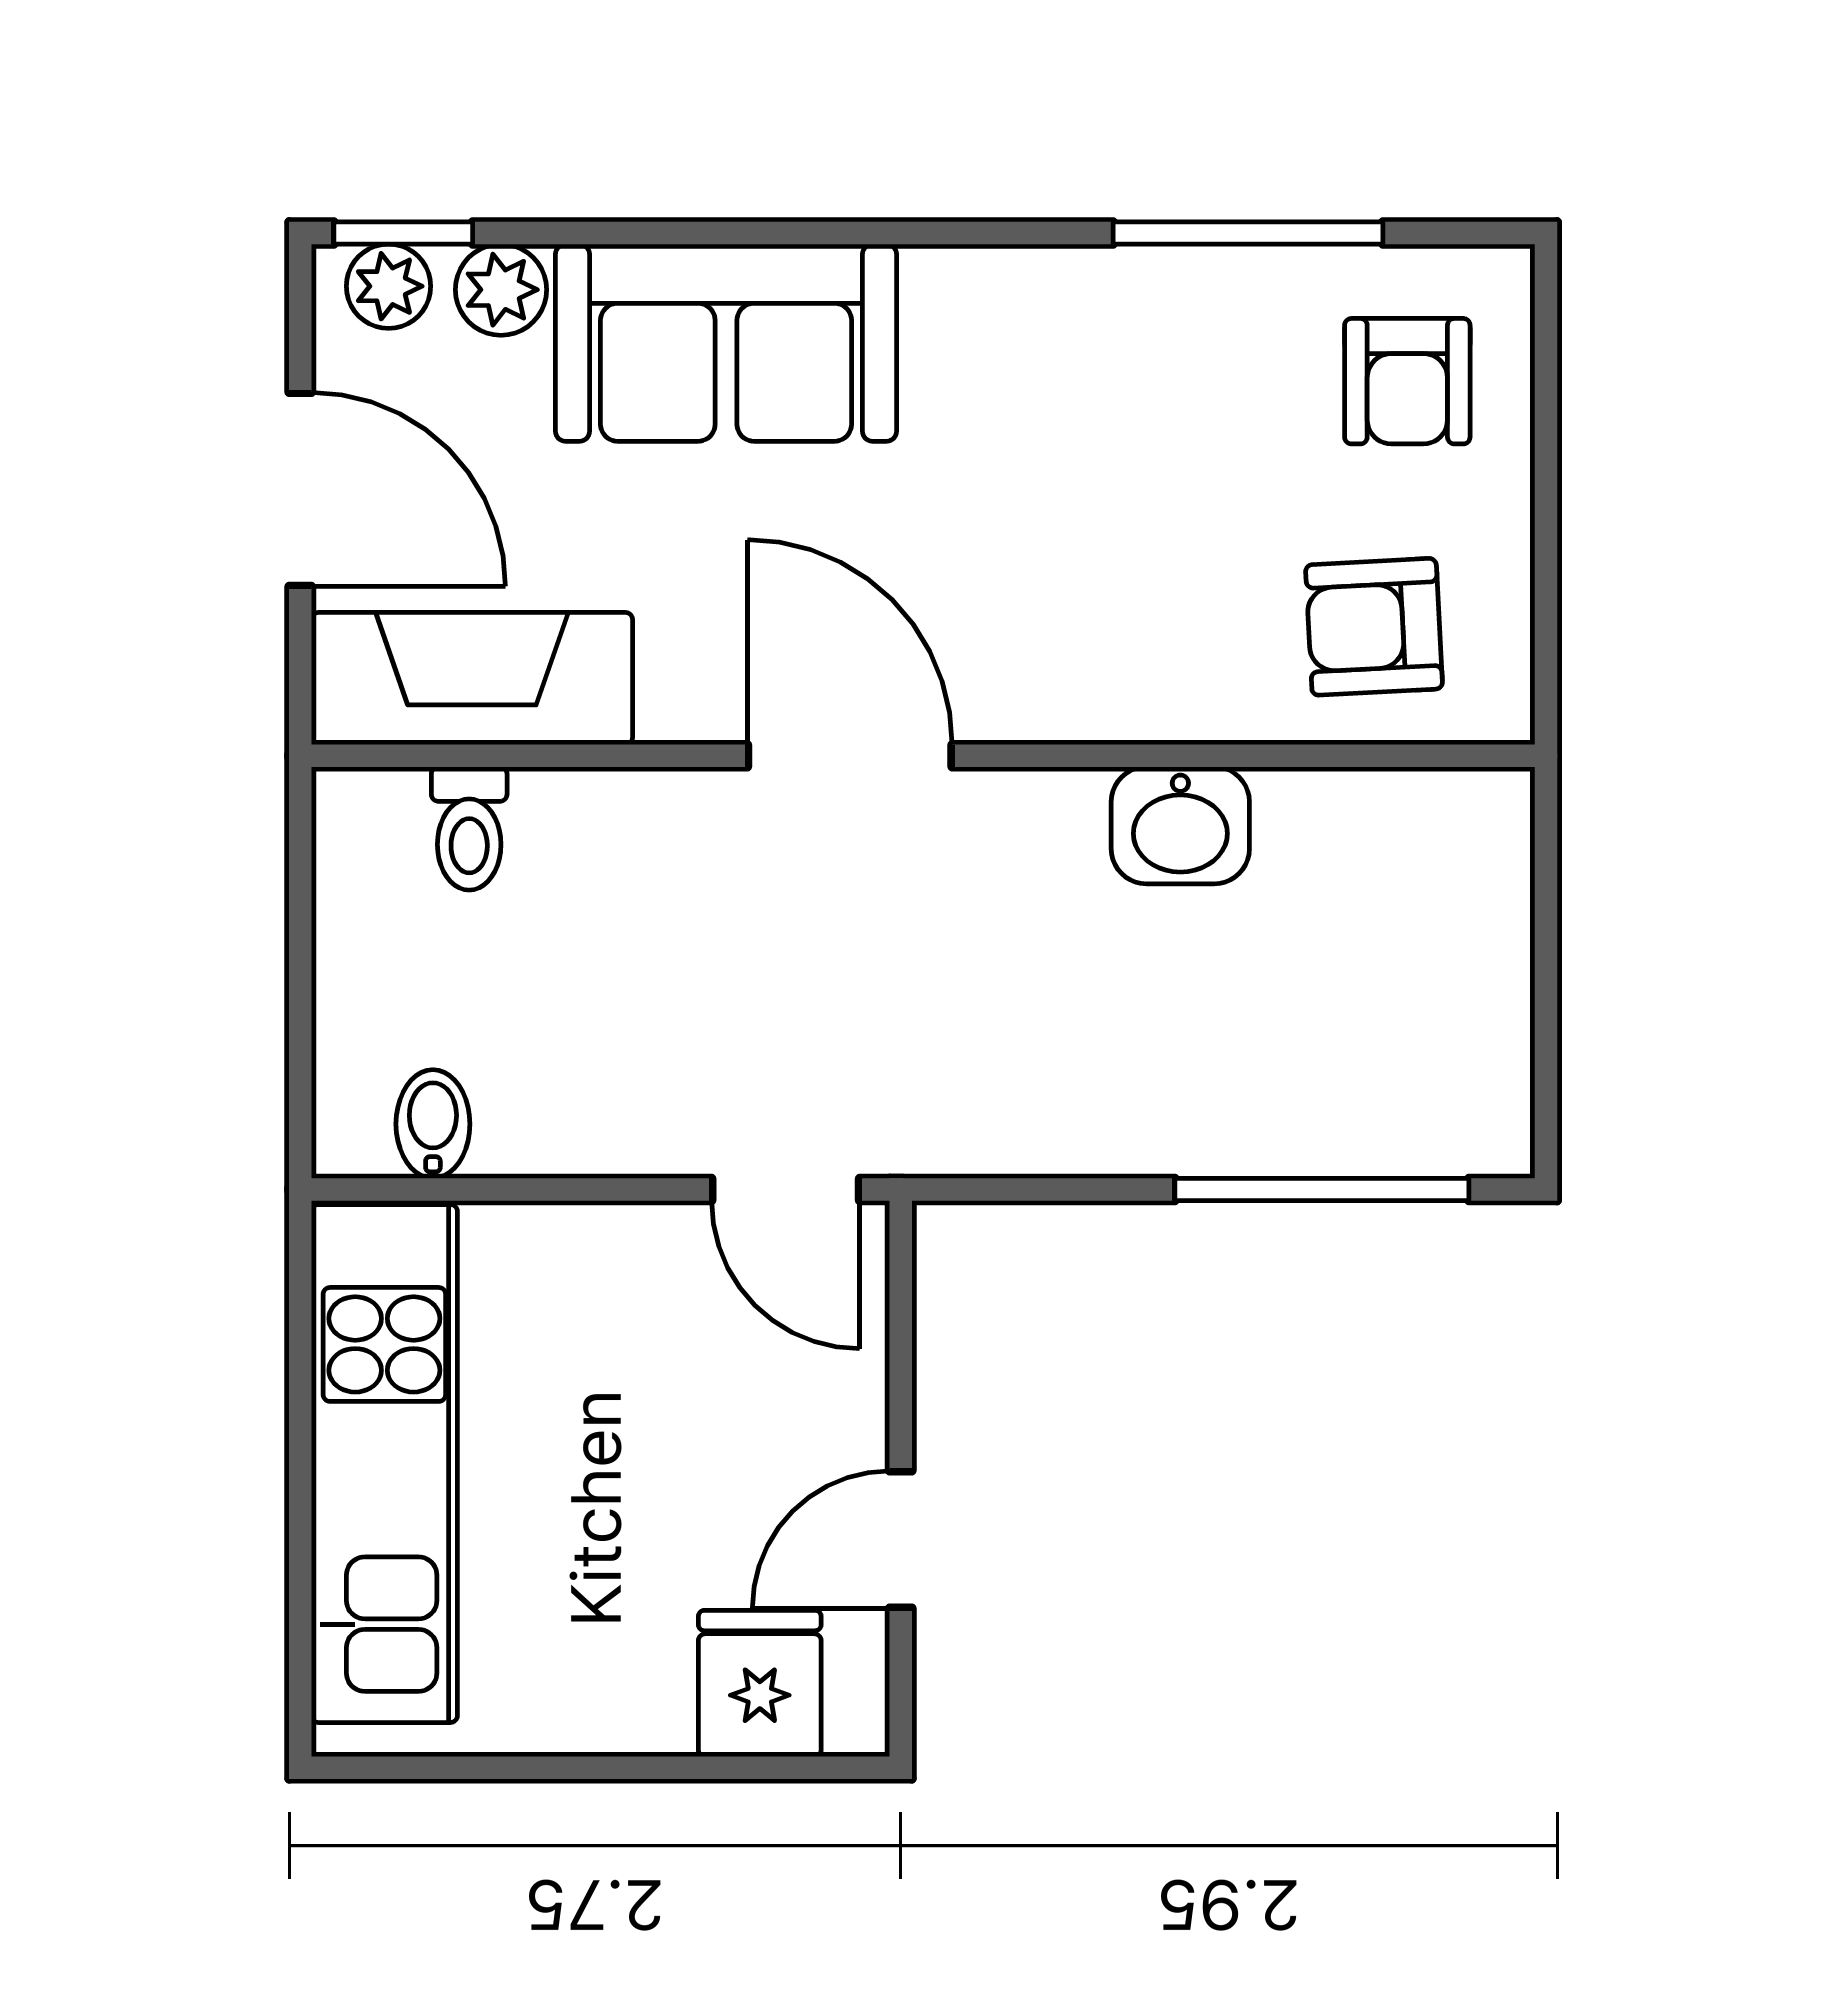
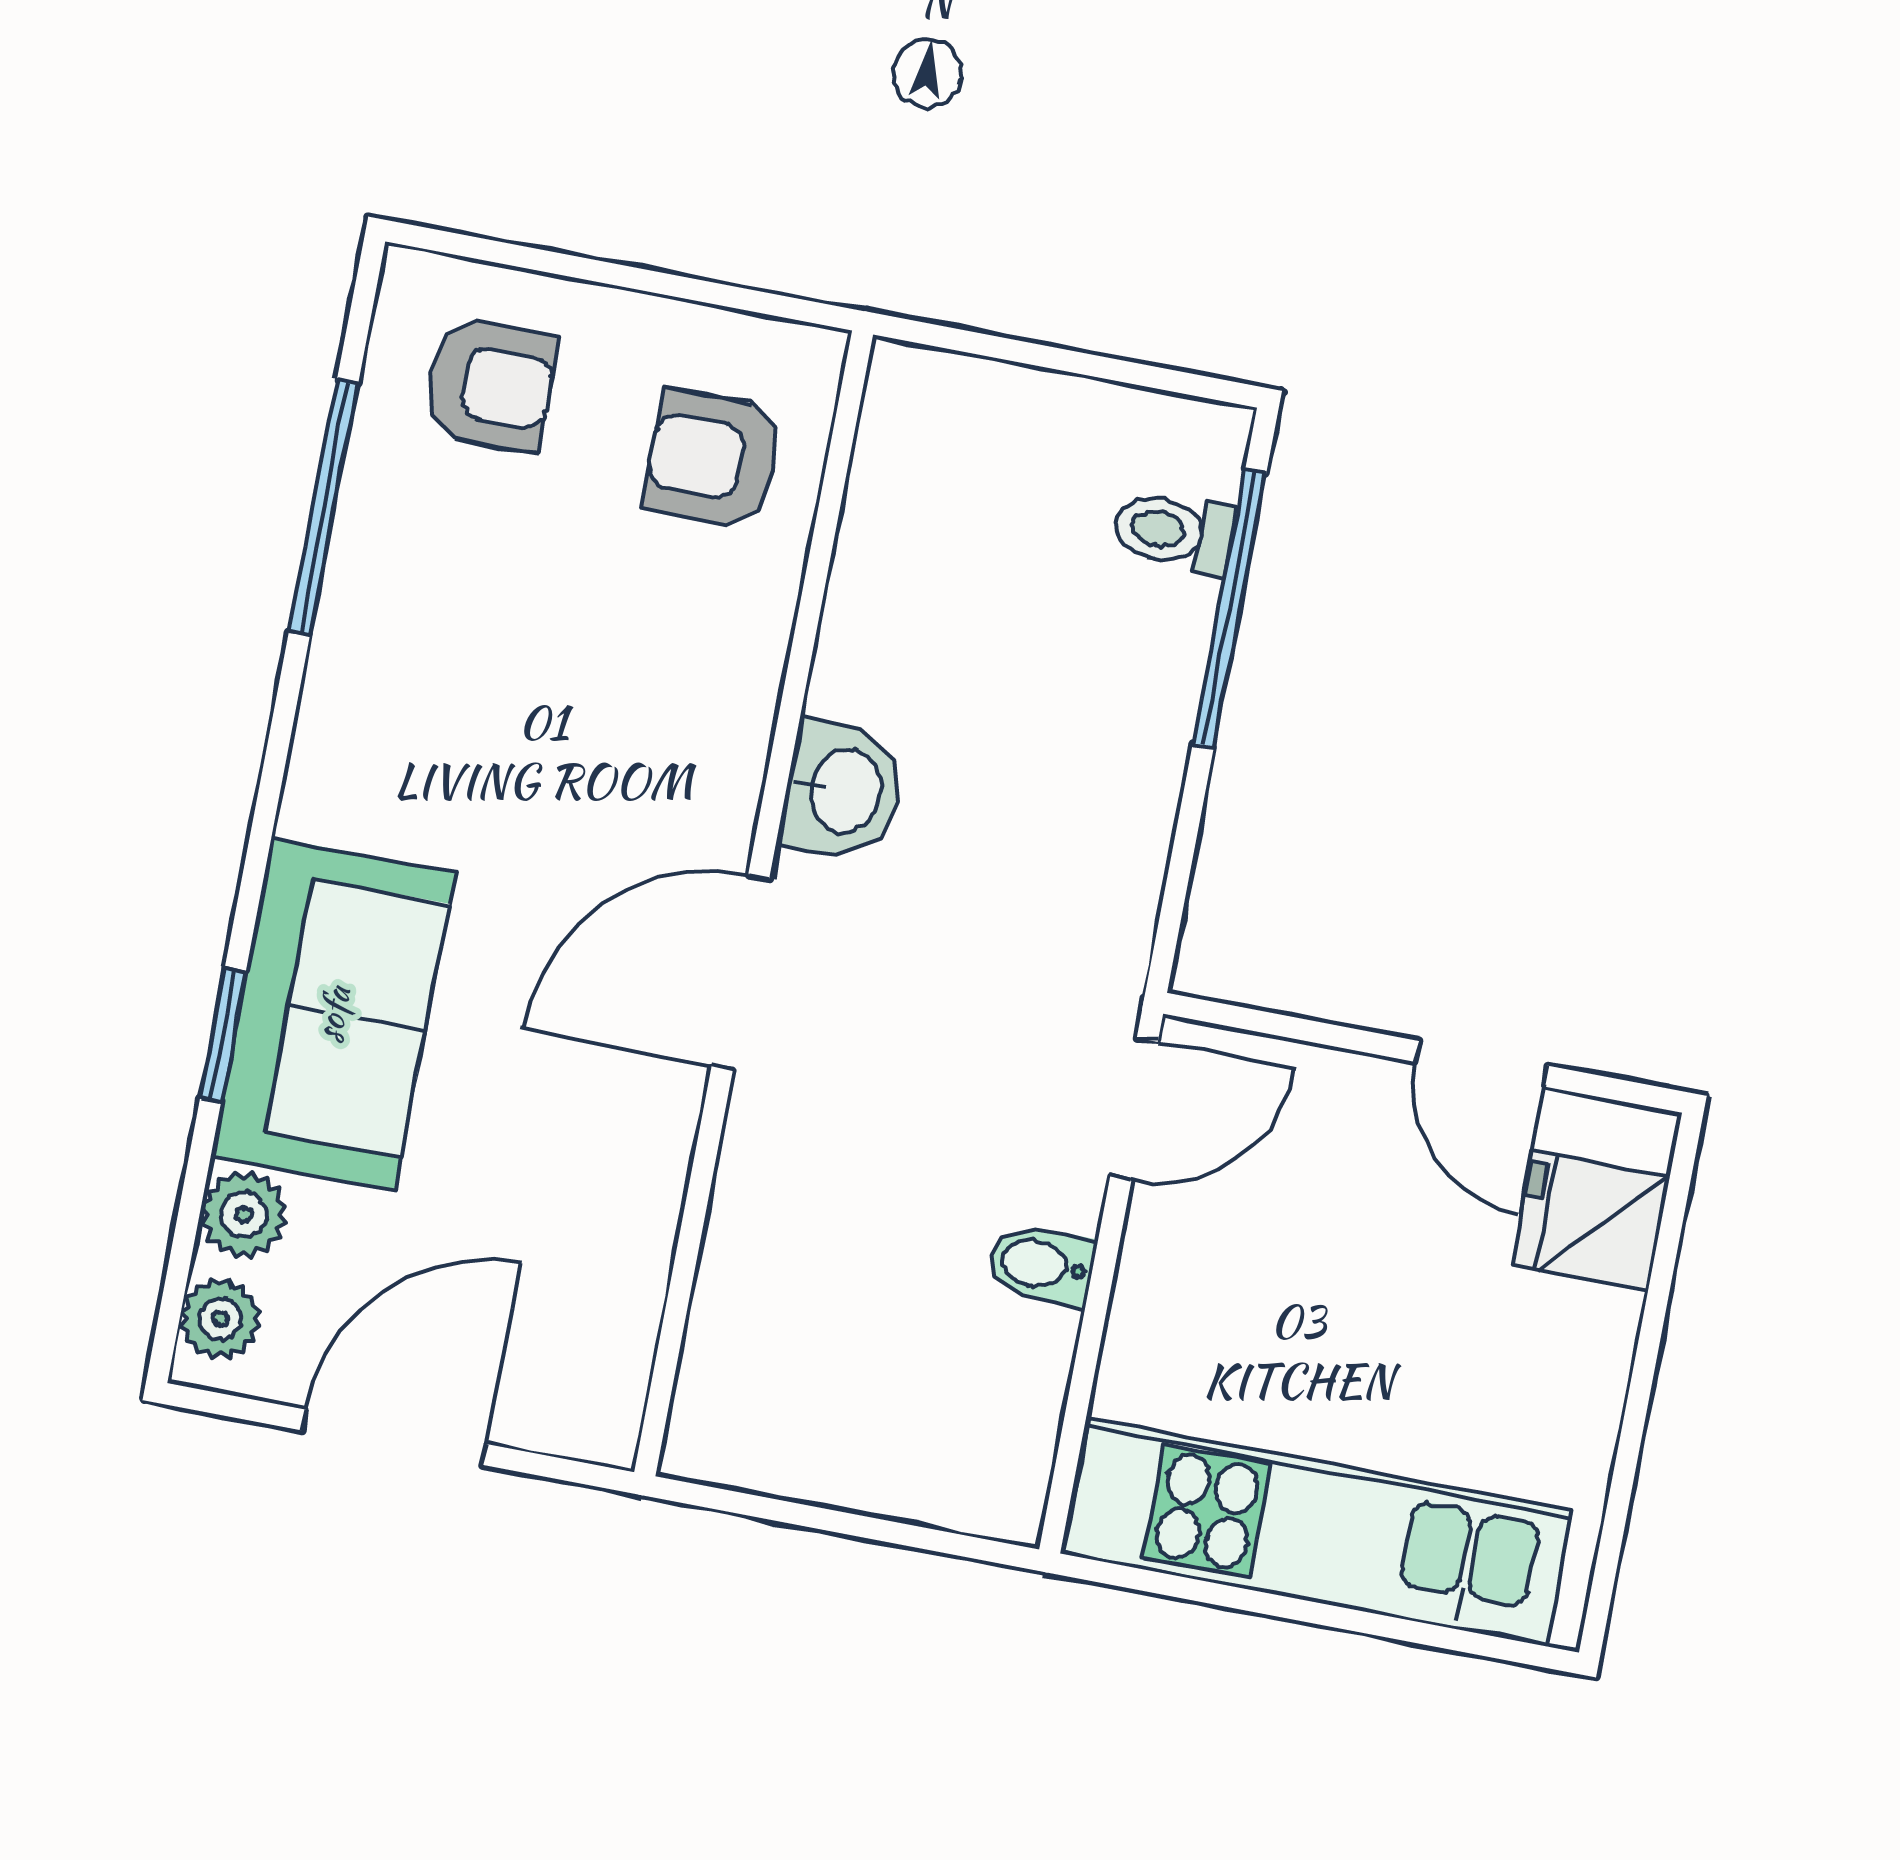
window: (403, 233) -> (223, 1035), moved
armchair: (1374, 627) -> (714, 459), turned 93
fireplace: (472, 679) -> (601, 1311), removed
washbasin: (1180, 825) -> (843, 790), moved
toilet: (469, 828) -> (1174, 532), moved, turned 180
bidet: (433, 1124) -> (1041, 1264), moved

